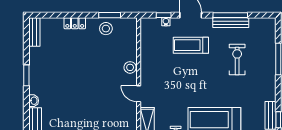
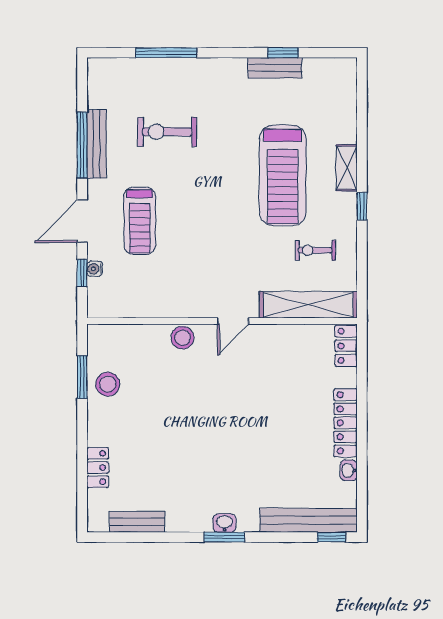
locker: (75, 23) -> (98, 468), moved
bench: (34, 32) -> (137, 522), moved
window: (26, 75) -> (224, 537), moved
washbasin: (34, 101) -> (224, 523), moved

